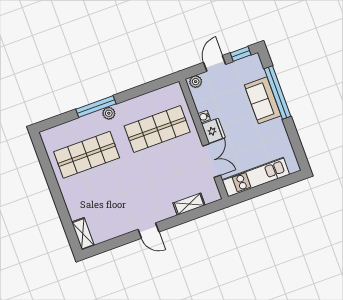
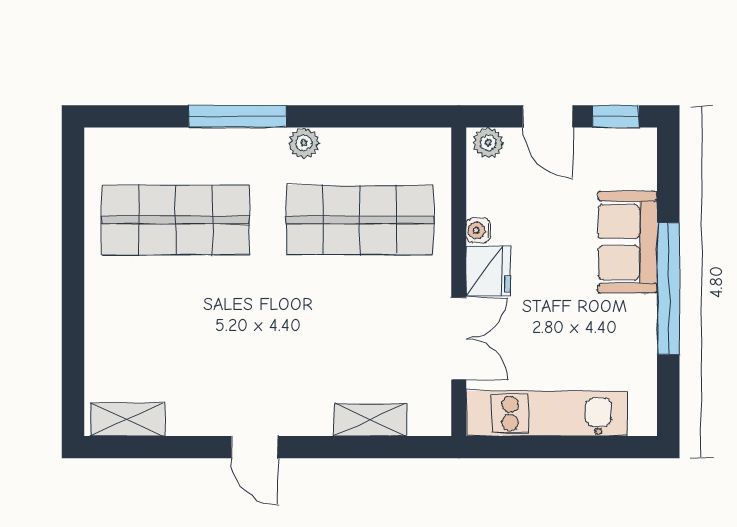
door: (215, 63) -> (548, 116), swing flipped
window: (278, 93) -> (668, 289), moved
plant: (109, 113) -> (304, 143), moved
shelving: (83, 234) -> (127, 420), moved, turned 90

